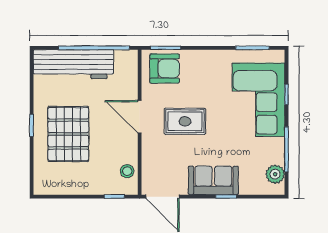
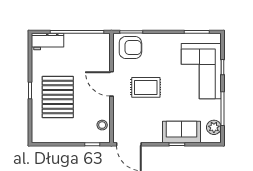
workbench: (73, 64) -> (47, 42), width x0.53, depth x0.76
sofa: (213, 180) -> (181, 132), moved

